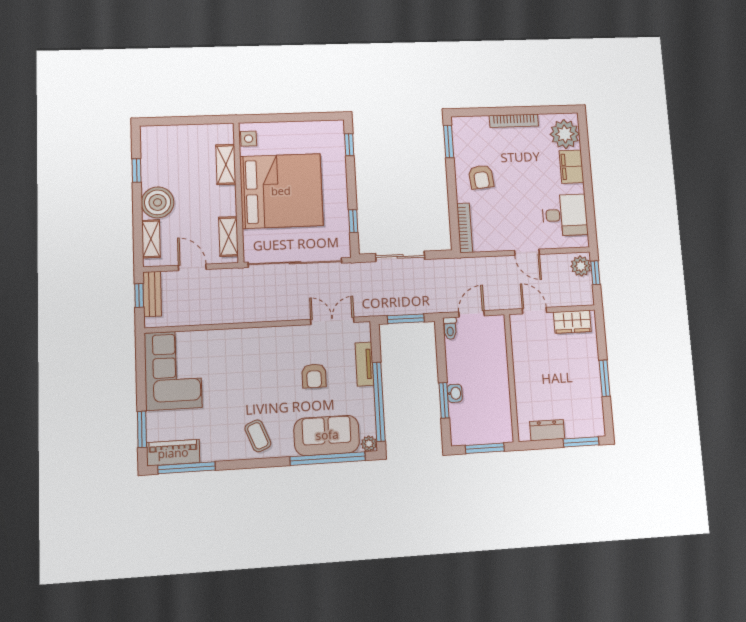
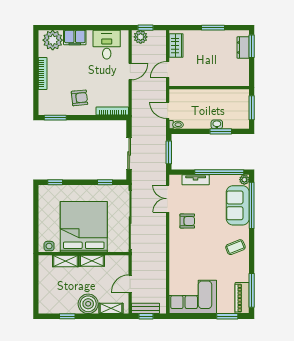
shelving: (228, 237) -> (92, 261), moved
armchair: (314, 376) -> (187, 221), moved
dresser: (547, 430) -> (243, 48), moved

